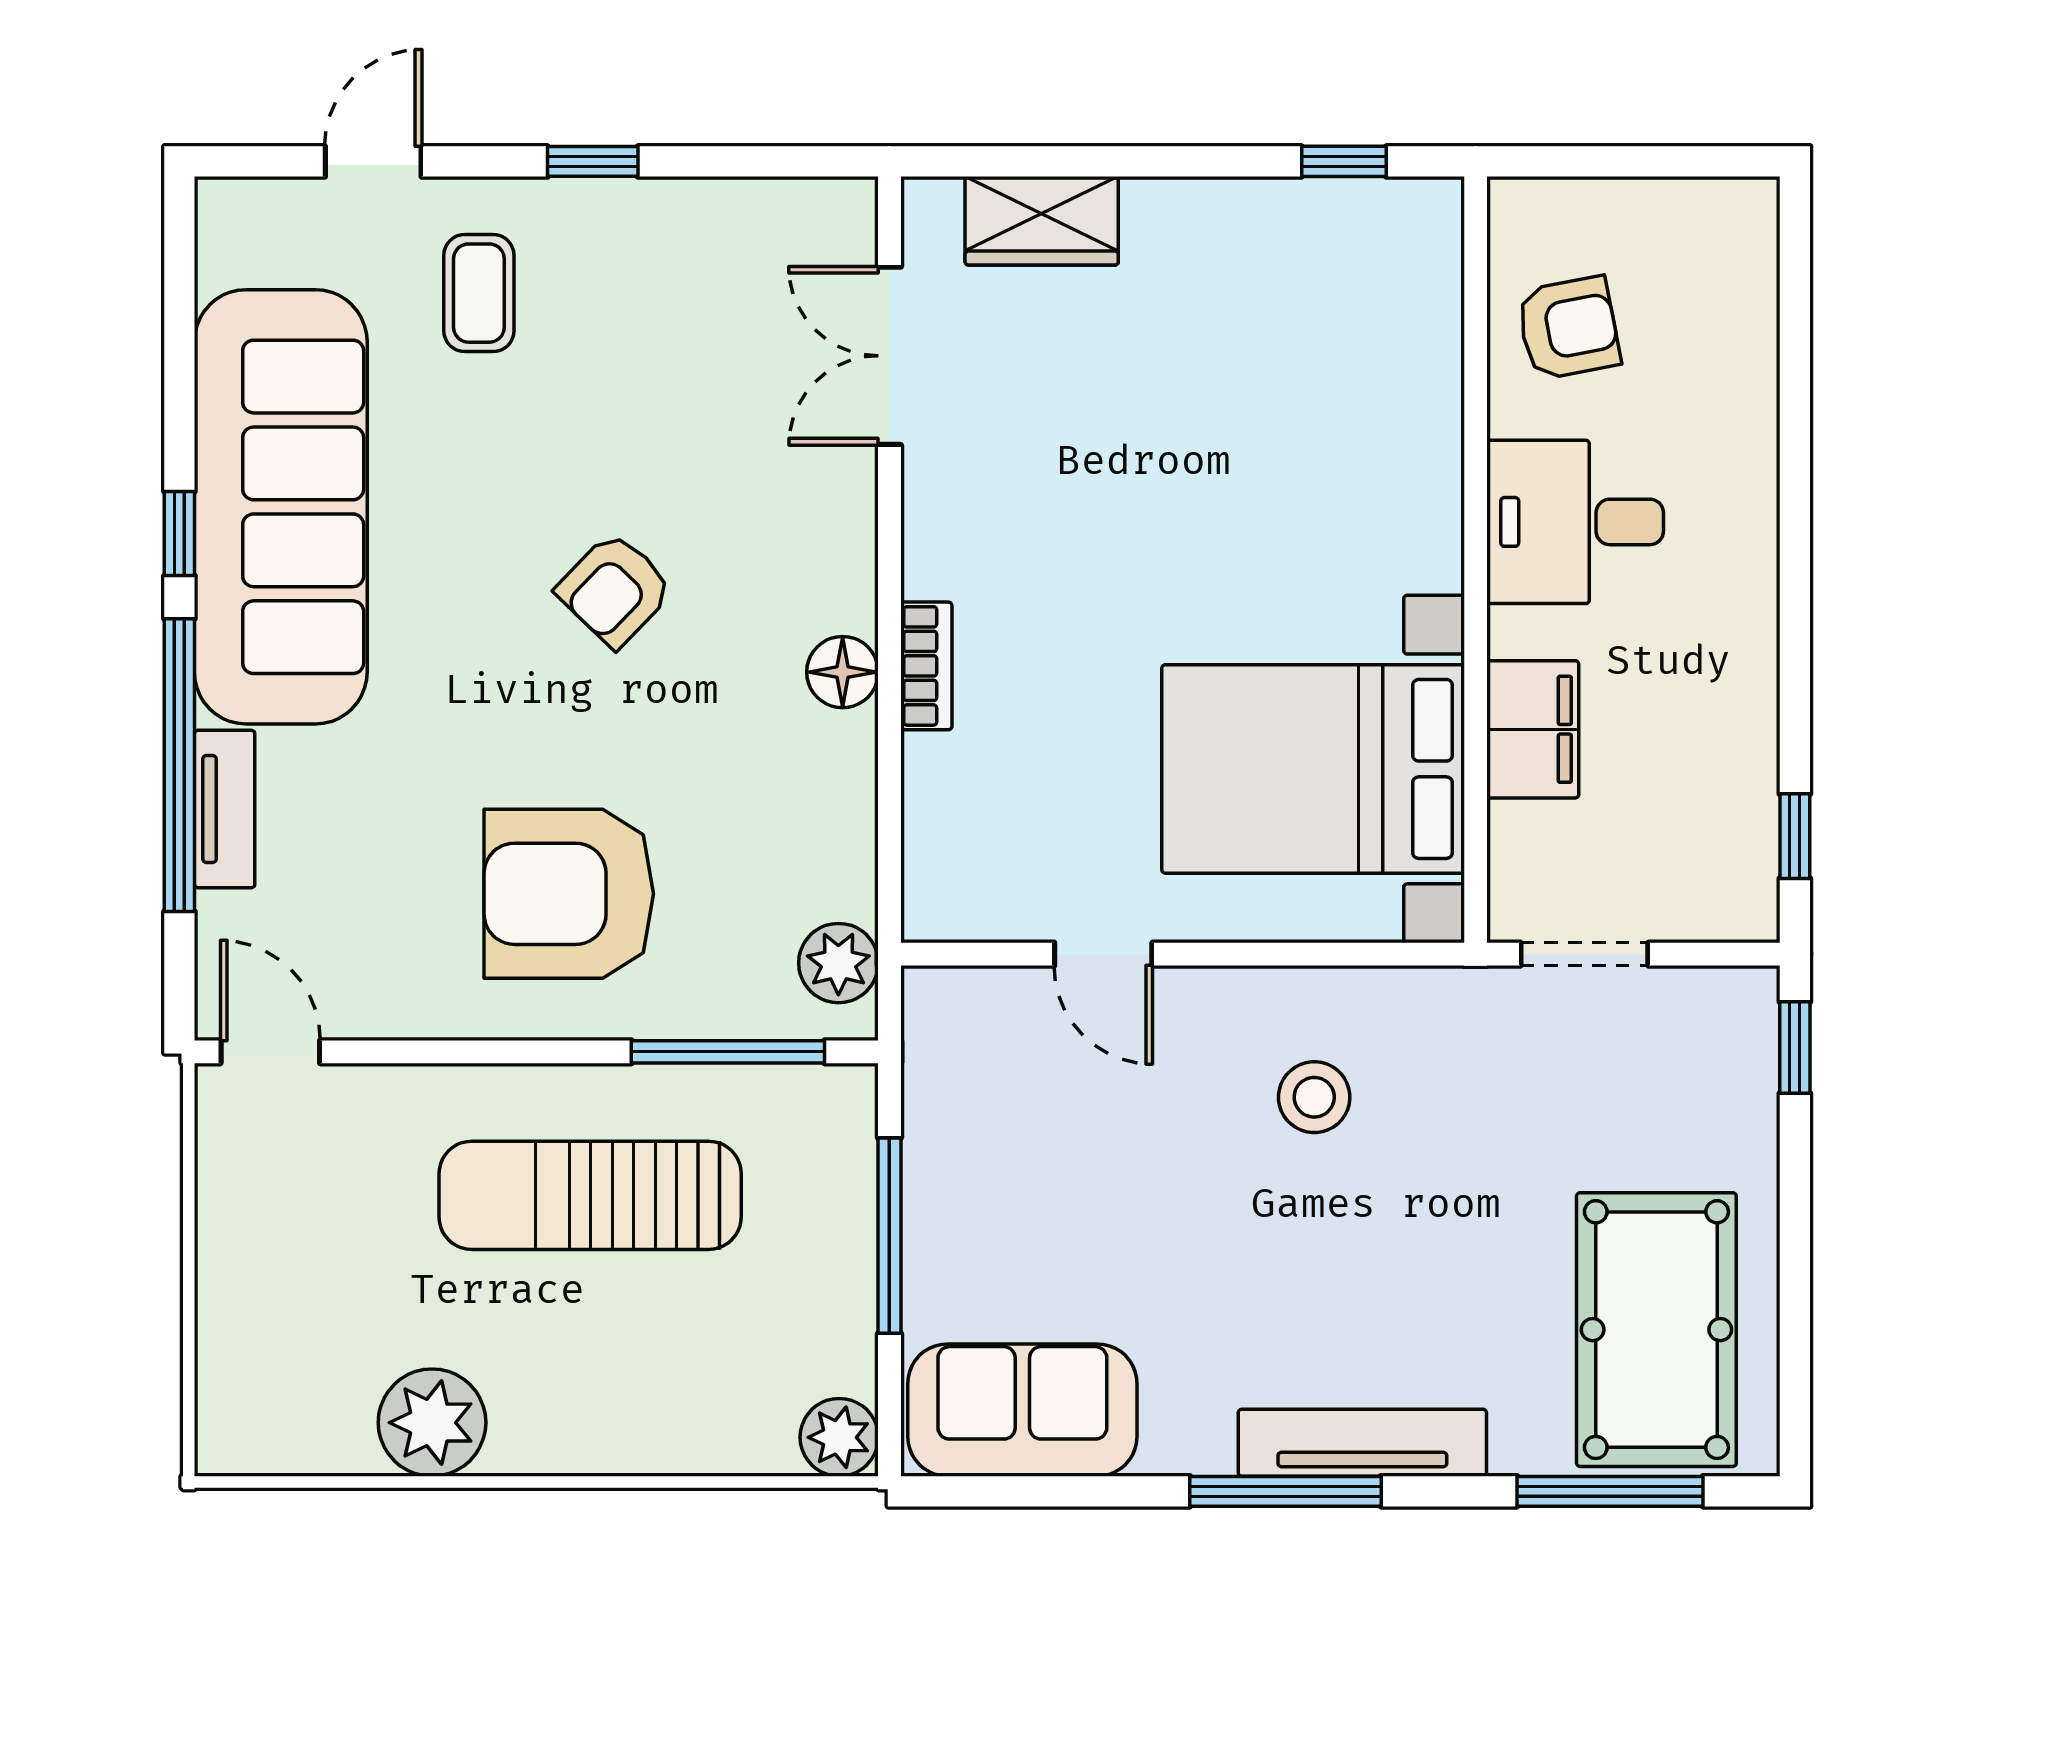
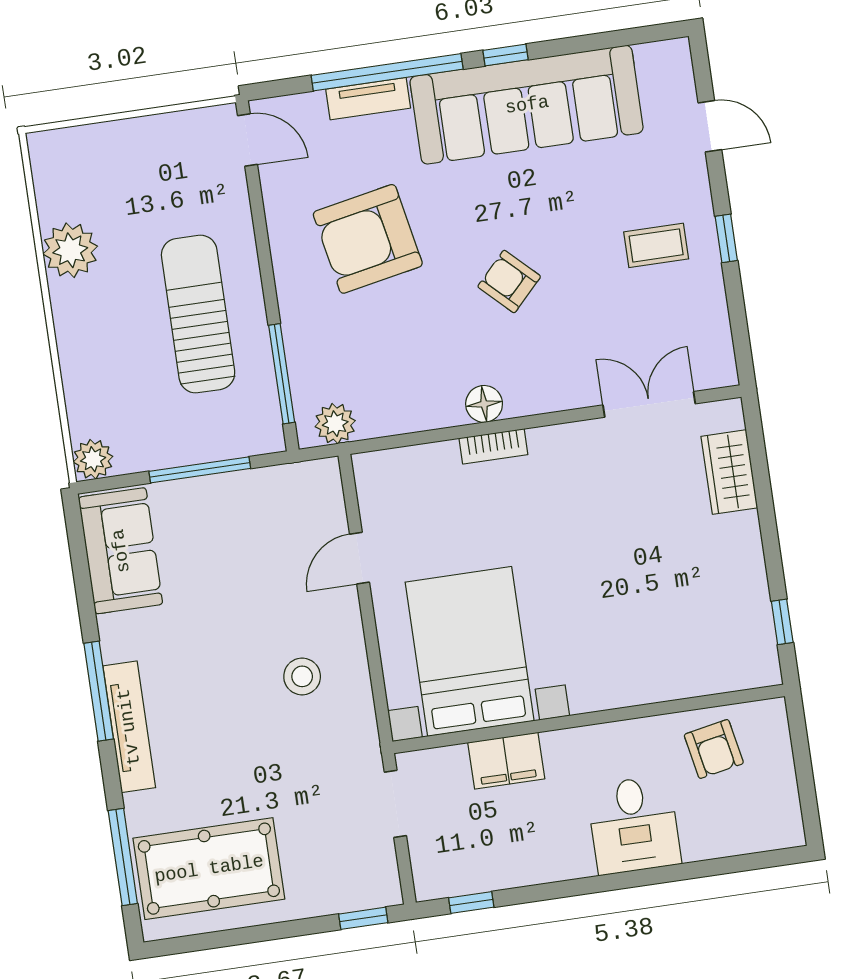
coffee table: (479, 293) -> (656, 245), moved
desk: (1575, 522) -> (634, 825), moved, turned 180
armchair: (569, 894) -> (368, 239), moved, turned -101
door: (270, 1052) -> (248, 140), hinge flipped

